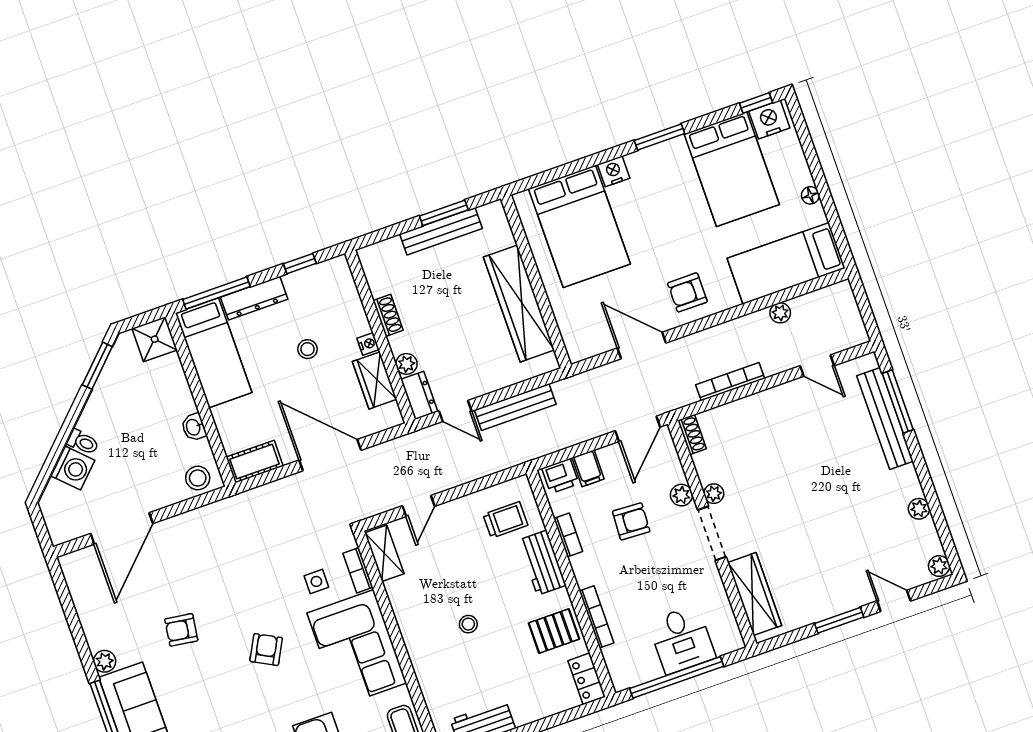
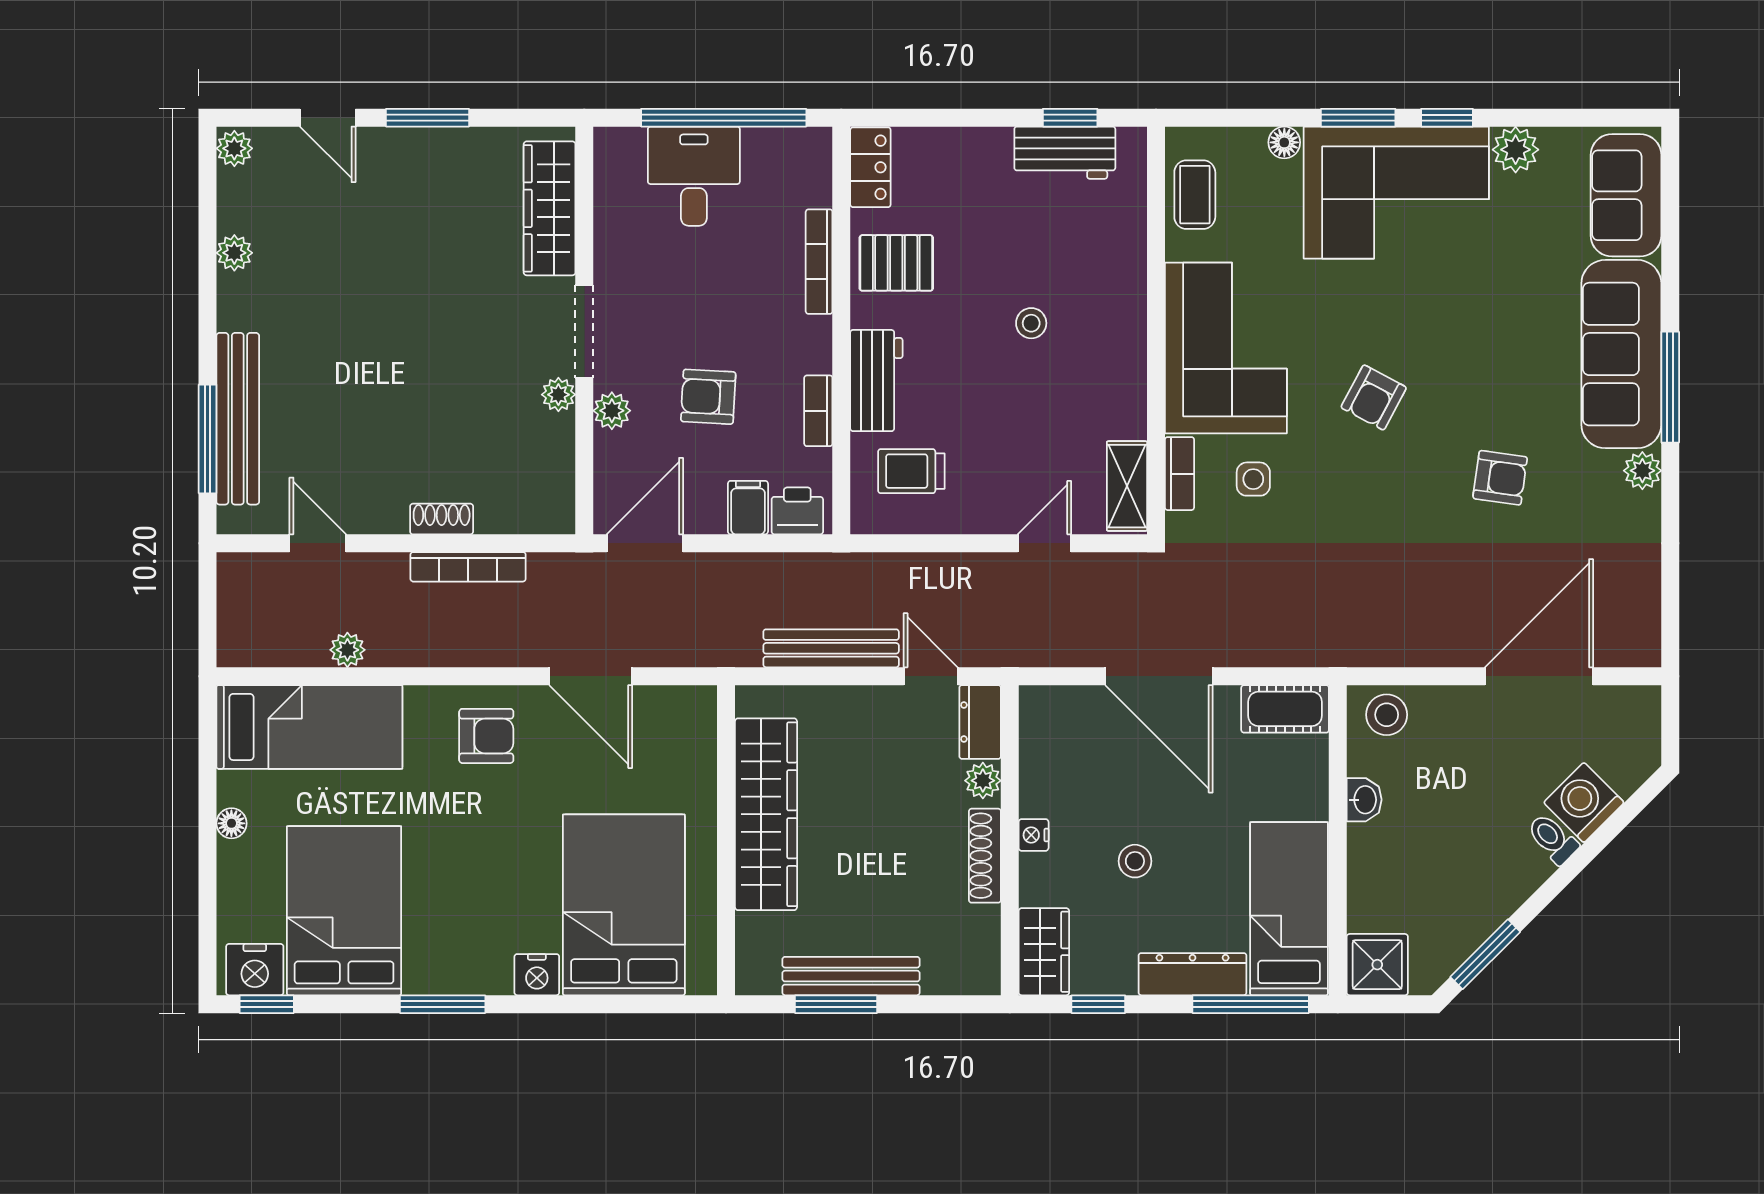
shoe rack: (388, 315) -> (985, 856), width x1.43
wardrobe: (375, 380) -> (1044, 952), moved
shoe rack: (692, 435) -> (442, 519), moved, turned 90

